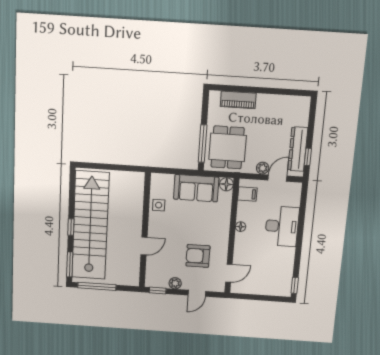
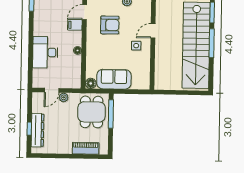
dresser: (298, 149) -> (37, 130), moved
window: (308, 157) -> (29, 129), moved
filing cabinet: (247, 194) -> (75, 25), moved
side table: (159, 205) -> (136, 46), moved
window: (71, 227) -> (212, 43), width x2.17

